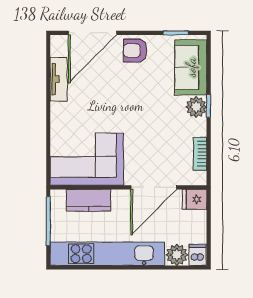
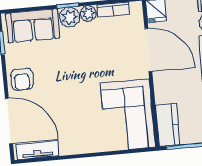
tv unit: (59, 79) -> (37, 150), moved
plant: (198, 127) -> (88, 13), added
kitchen counter: (89, 200) -> (168, 125), moved

